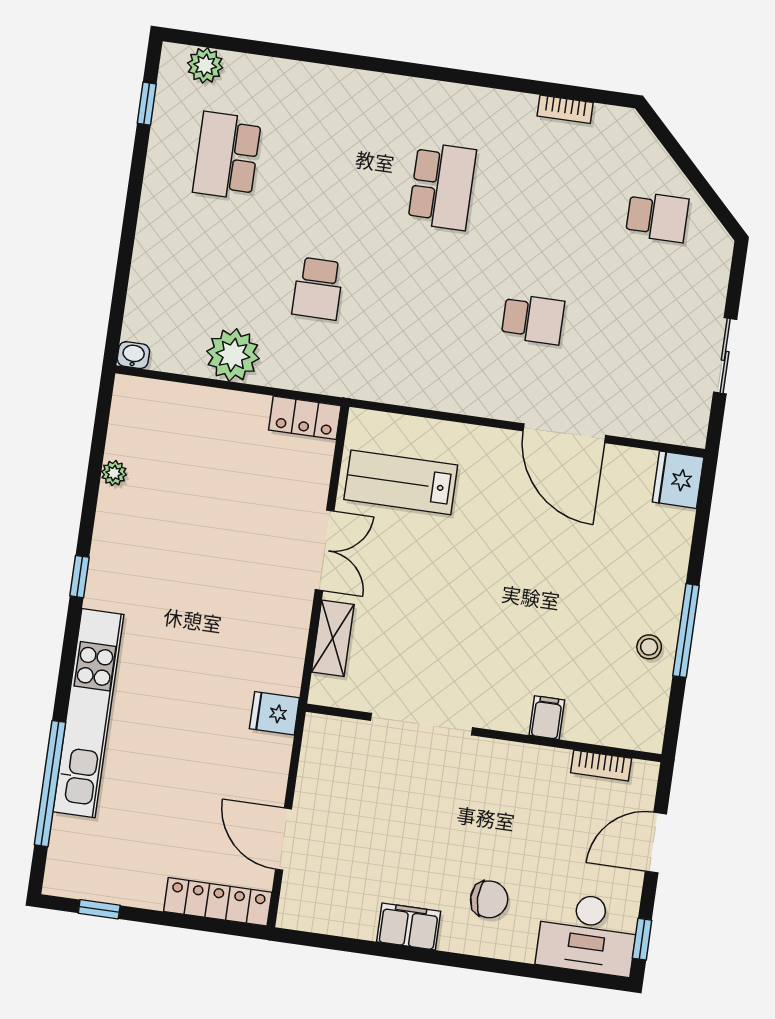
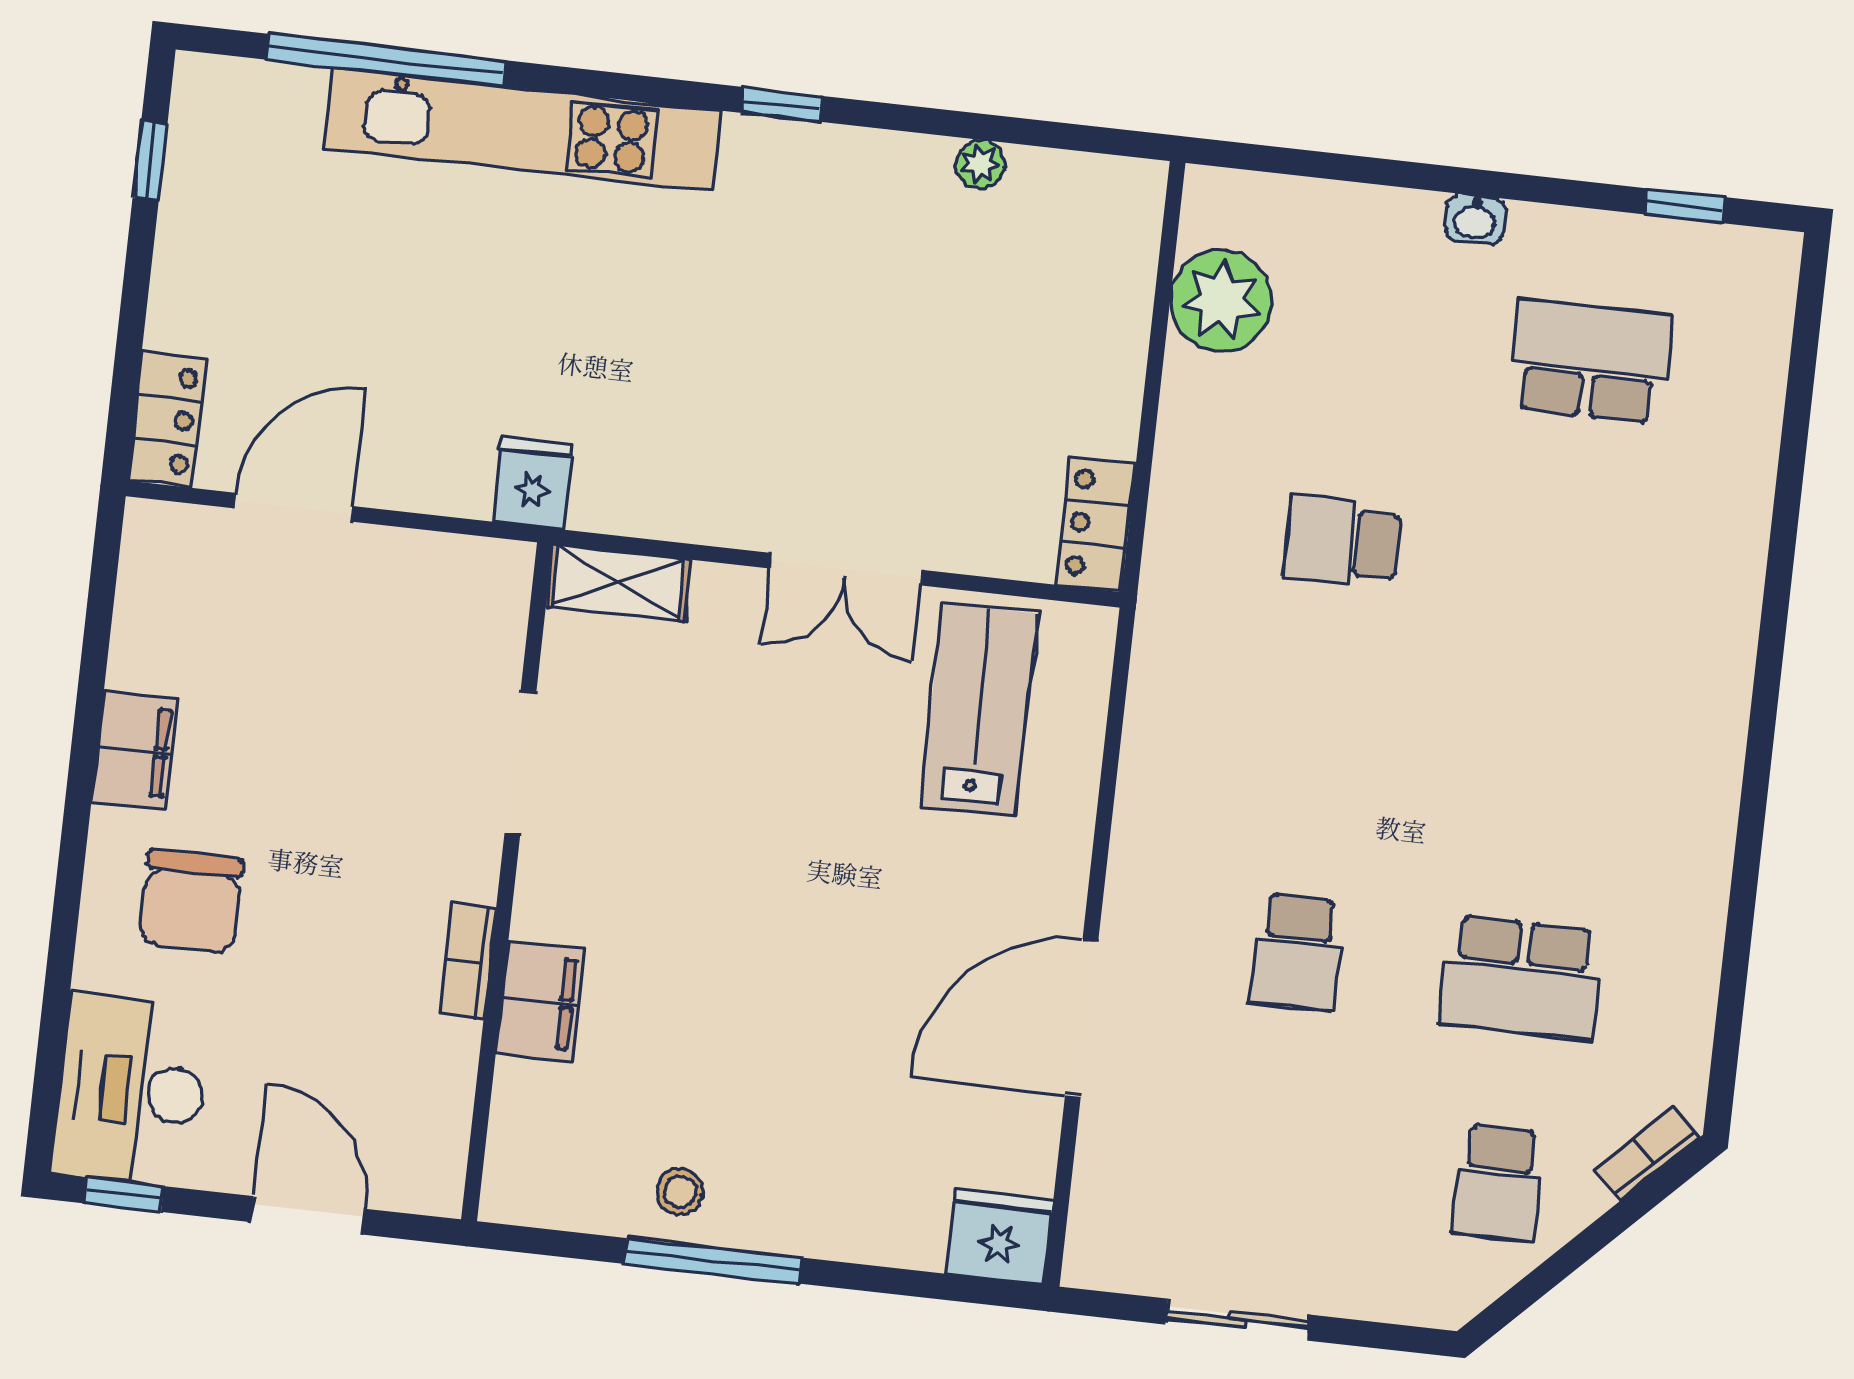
plant: (205, 65) -> (1761, 315), removed
bookcase: (565, 109) -> (1647, 1154), moved, turned 45
school desk: (442, 186) -> (1521, 977), moved
washbasin: (133, 355) -> (1475, 219), moved, turned 90
plant: (233, 355) -> (1221, 301), moved
shelving: (333, 638) -> (618, 583), moved
filing cabinet: (547, 718) -> (540, 1001), width x2.00
doorway: (421, 724) -> (520, 763), width x0.73
bookcase: (601, 766) -> (468, 961), moved
chair: (489, 899) -> (191, 901), width x1.37, depth x1.37
locker: (218, 902) -> (167, 420), width x0.66

